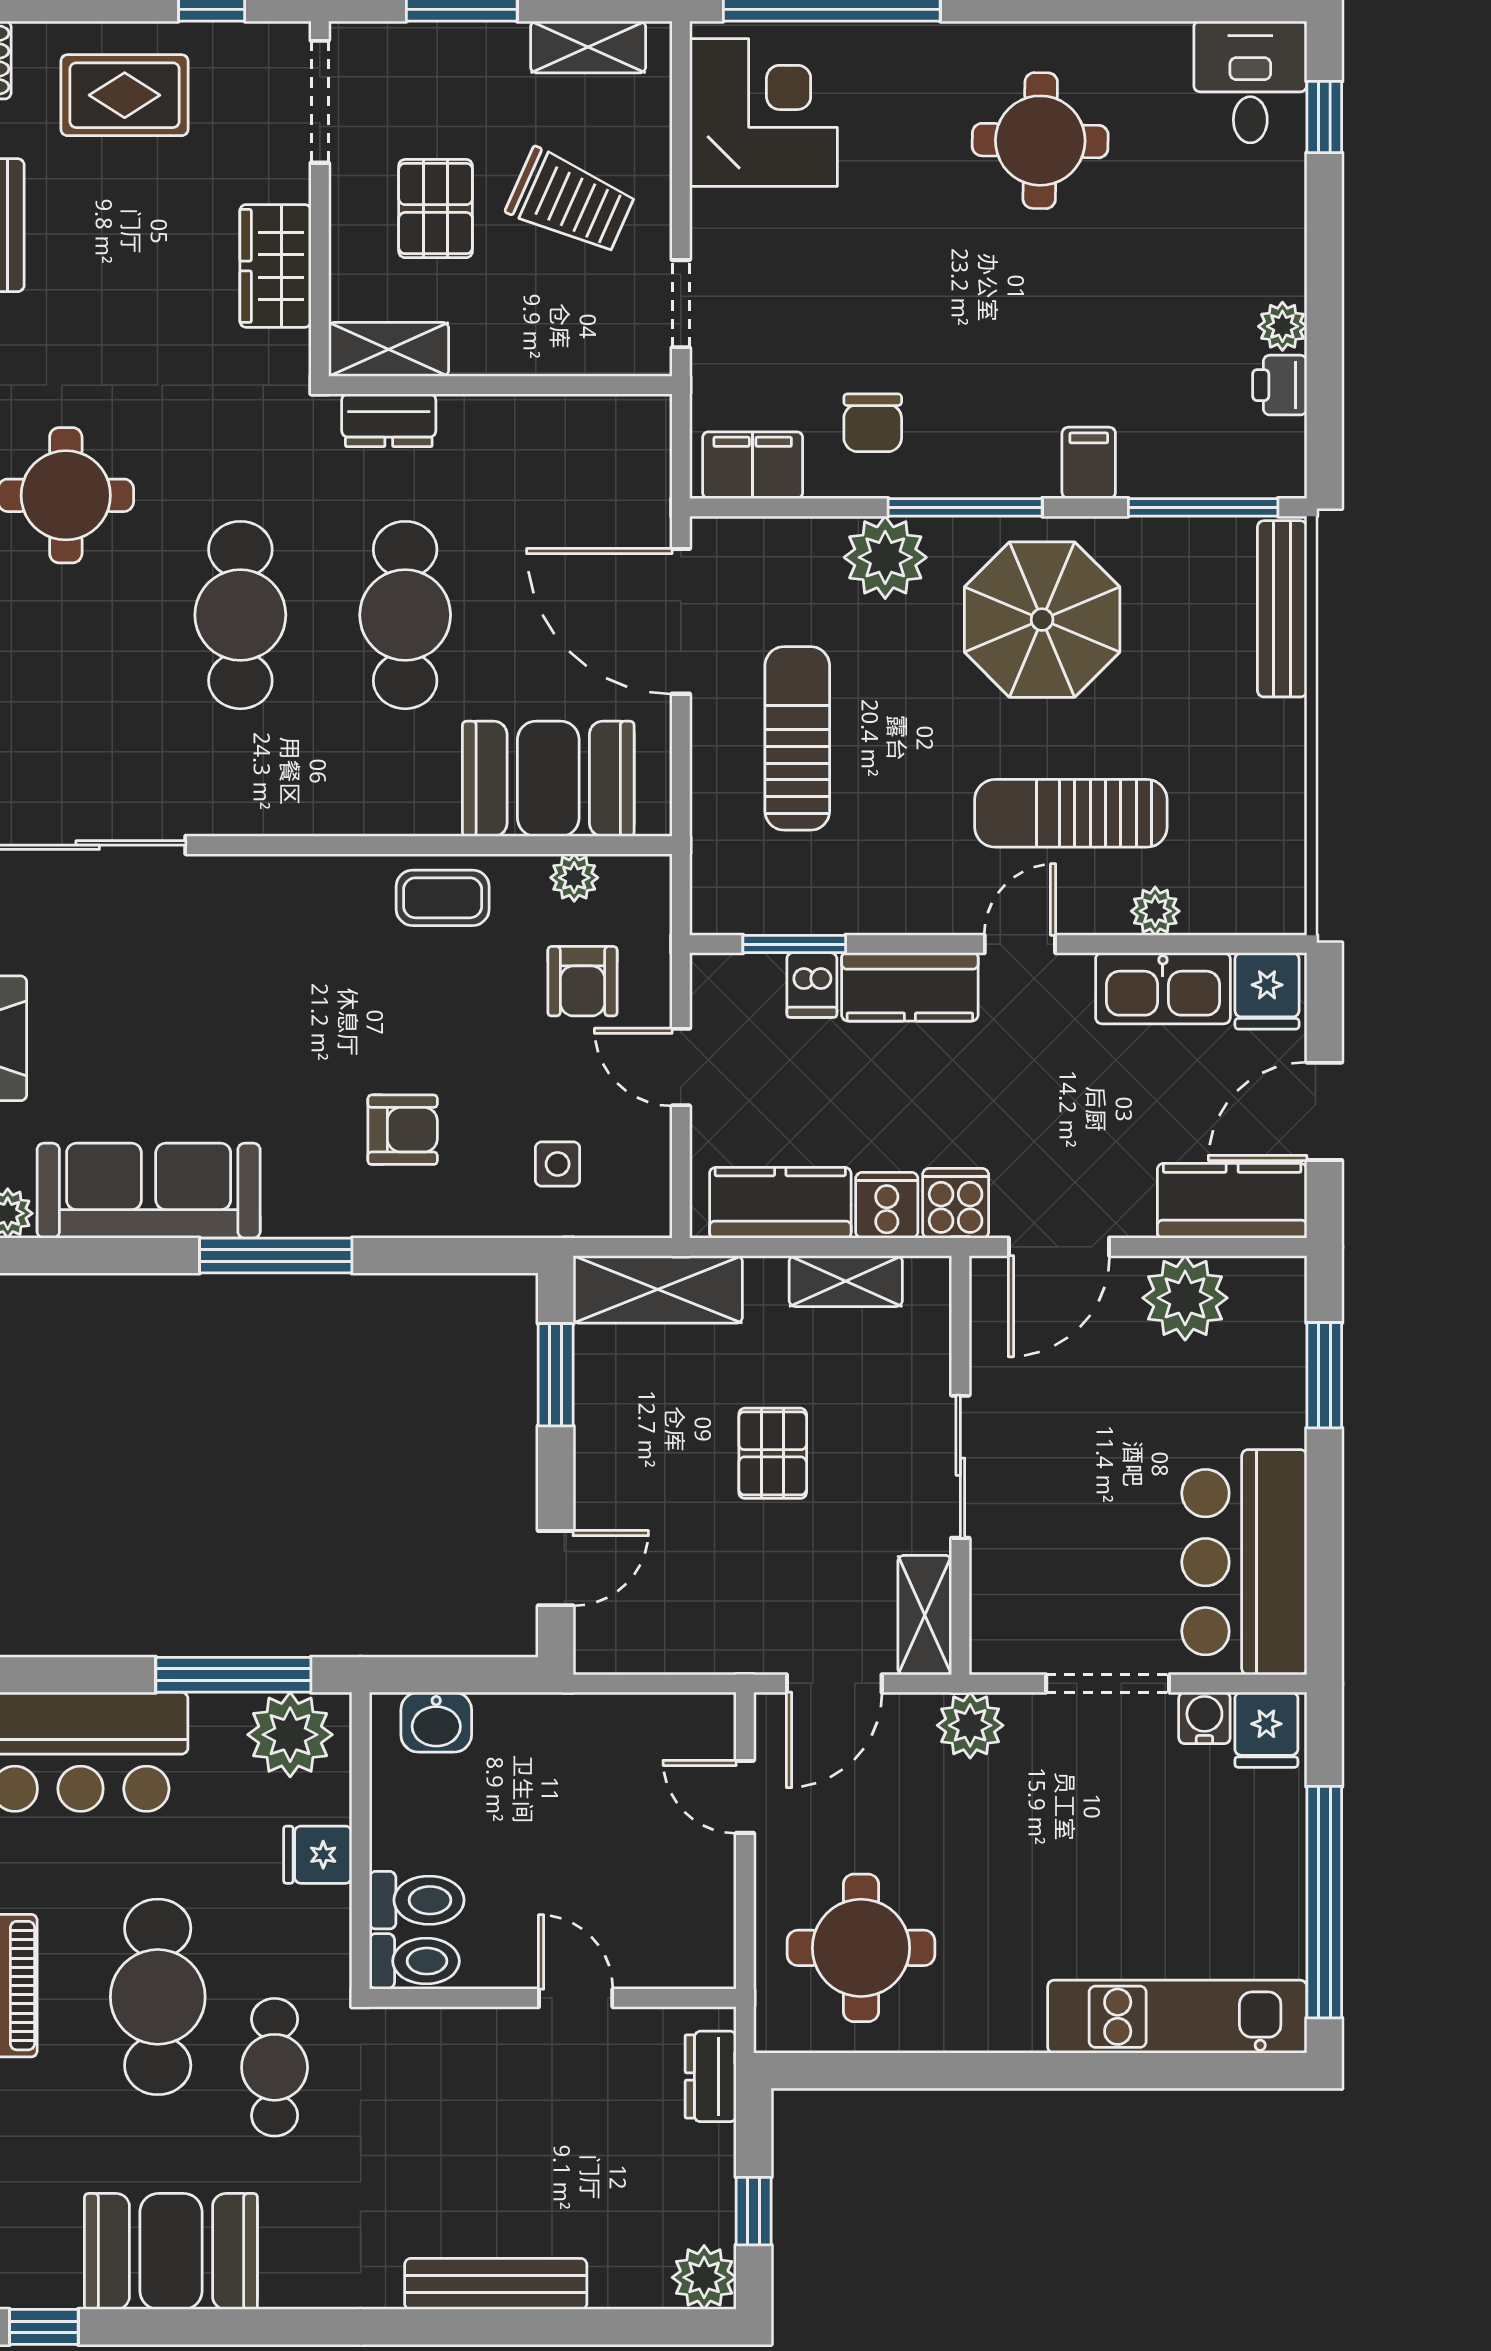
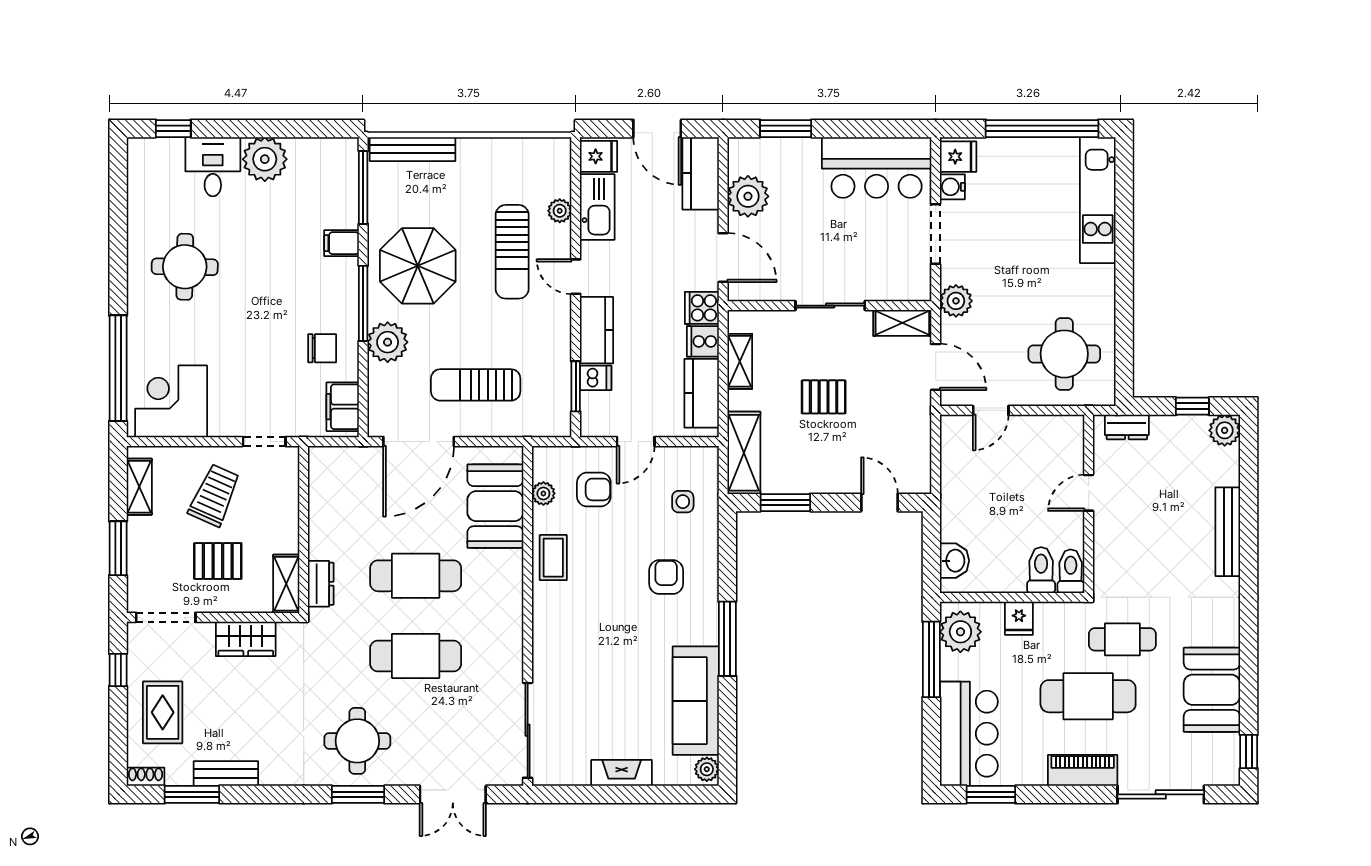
desk: (1250, 82) -> (213, 167), moved, turned 90
plant: (1282, 326) -> (265, 159), width x1.88, depth x1.88
printer: (1280, 385) -> (304, 150), removed

